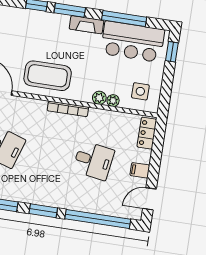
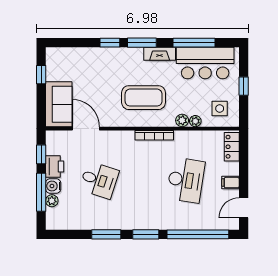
window: (172, 52) -> (244, 86), moved
coffee table: (48, 76) -> (144, 98), moved
desk: (94, 161) -> (186, 180), width x1.37

